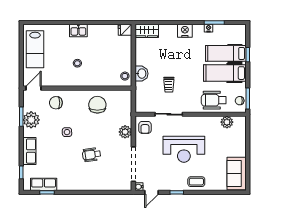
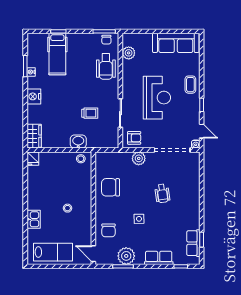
kitchen sink: (78, 31) -> (34, 219), moved
hospital bed: (225, 73) -> (78, 55), removed
sofa: (237, 173) -> (176, 43), width x1.36

